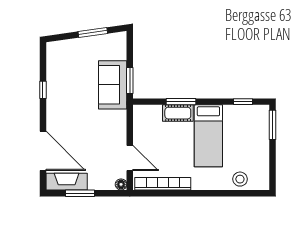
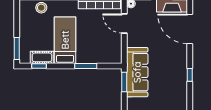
sofa: (113, 85) -> (137, 72), width x1.36
cot: (178, 113) -> (42, 57), moved

